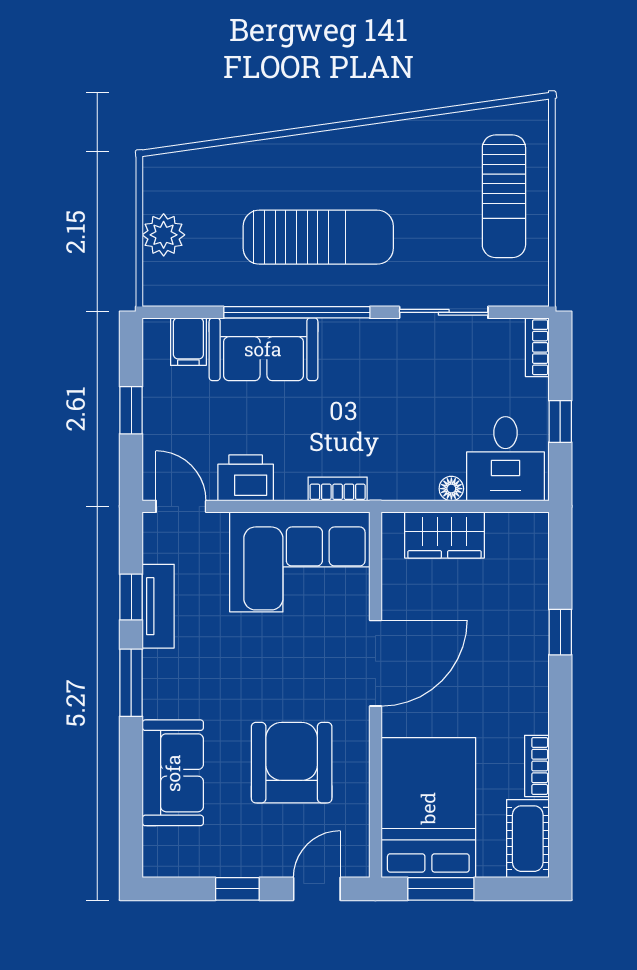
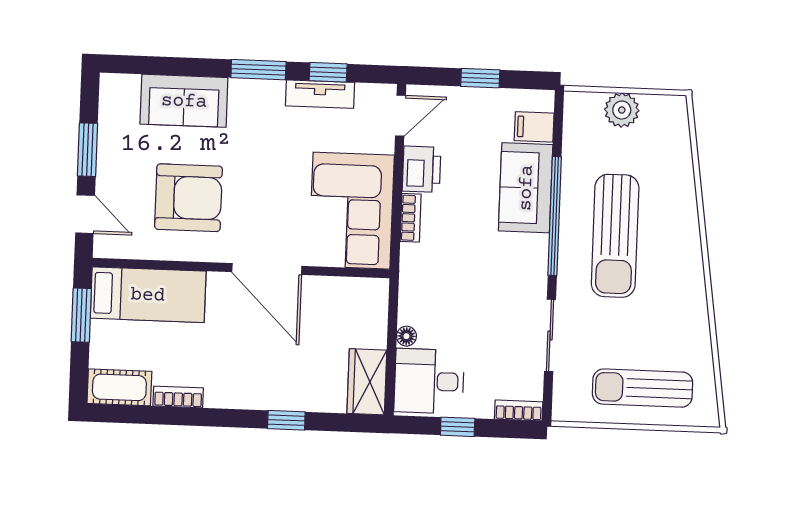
bookcase: (338, 489) -> (411, 218), moved
wardrobe: (445, 535) -> (367, 382), moved
bed: (428, 808) -> (148, 295), width x0.67
window: (237, 889) -> (88, 150), width x1.50

